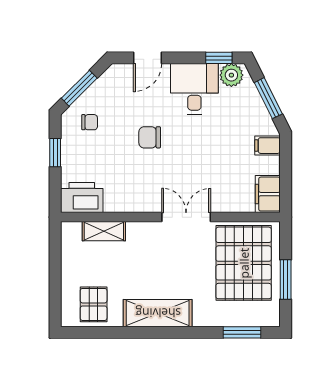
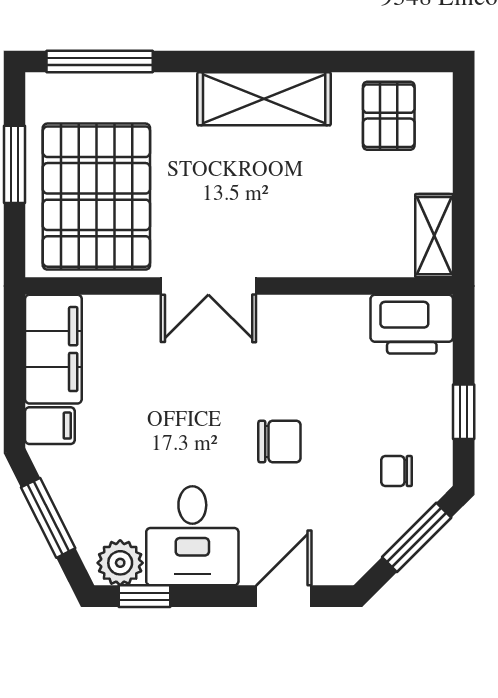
filing cabinet: (268, 194) -> (53, 349), width x1.50, depth x1.17
shelving: (104, 231) -> (434, 236), moved, turned 90
window: (242, 332) -> (100, 61), width x1.44

